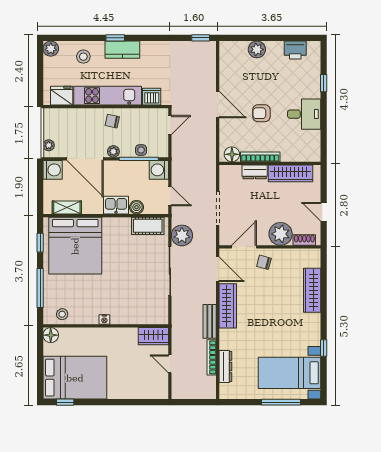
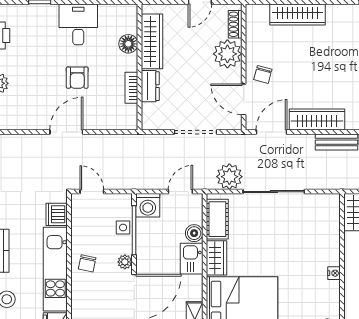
floor lamp: (232, 154) -> (128, 44), moved
bookcase: (260, 157) -> (131, 88), width x0.64
wardrobe: (117, 225) -> (216, 258), added

